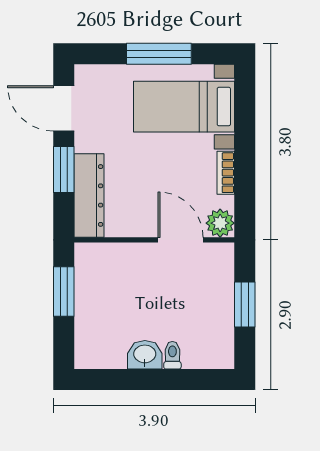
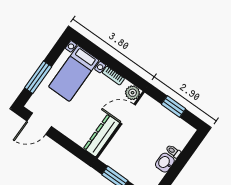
window: (159, 54) -> (38, 77), moved
window: (64, 170) -> (64, 142), removed
dresser: (89, 195) -> (102, 136), moved, turned -90

